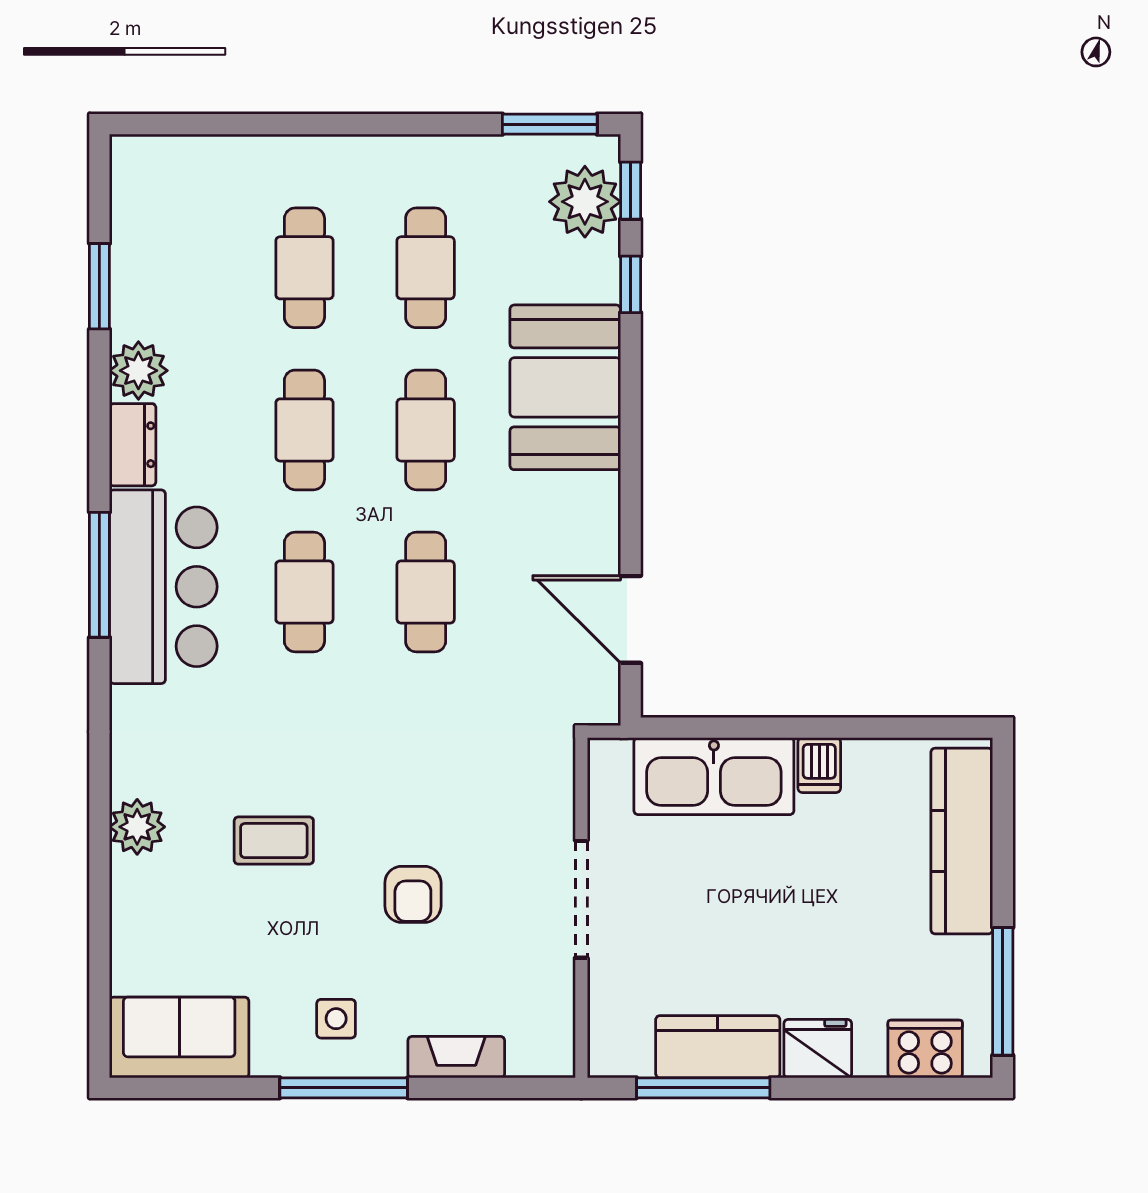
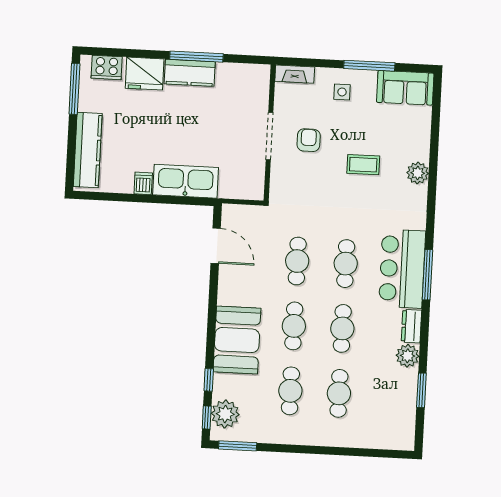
doorway: (581, 899) -> (269, 136), moved
wall: (581, 908) -> (270, 133), moved
fridge: (818, 1049) -> (145, 74), width x1.36, depth x1.34
window: (344, 1088) -> (369, 66), moved

